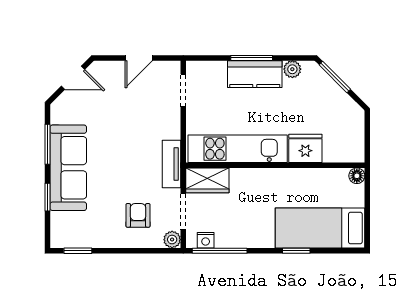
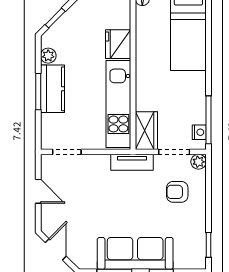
window: (335, 77) -> (55, 18), width x0.67
window: (296, 251) -> (208, 52), removed

